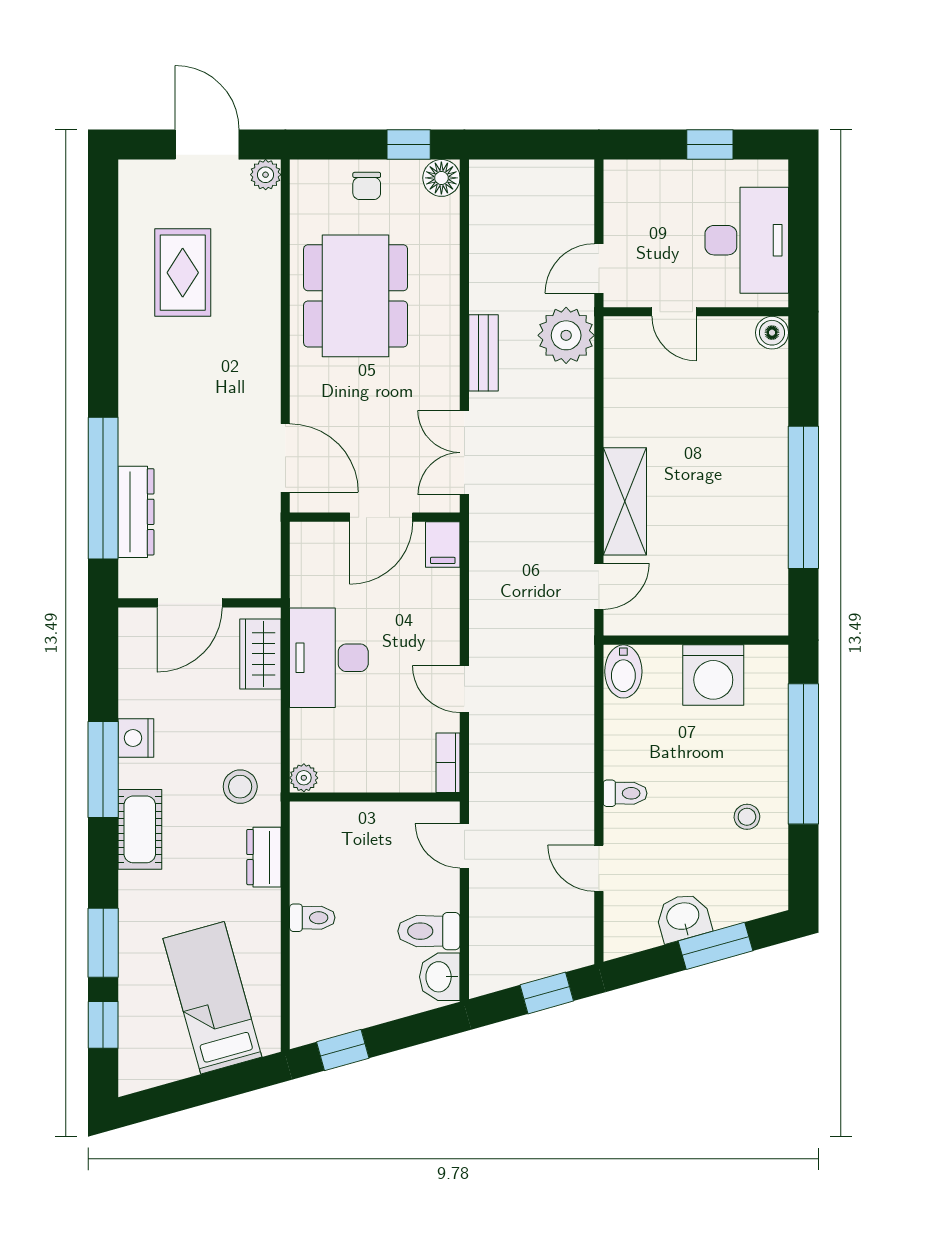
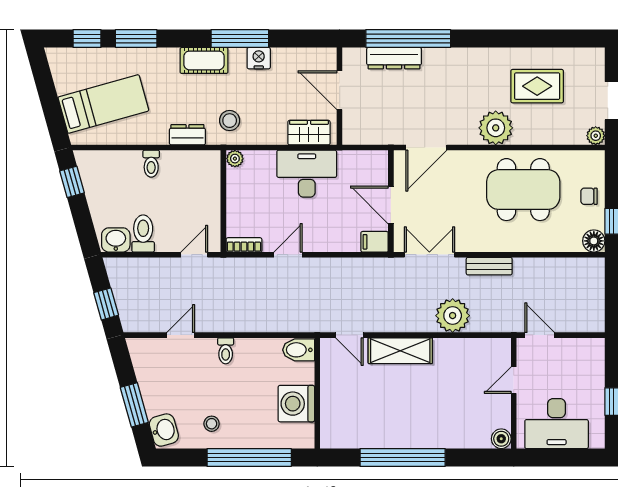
plant: (566, 335) -> (453, 316), moved
plant: (252, 342) -> (496, 128), added
washbasin: (683, 917) -> (164, 430), moved

